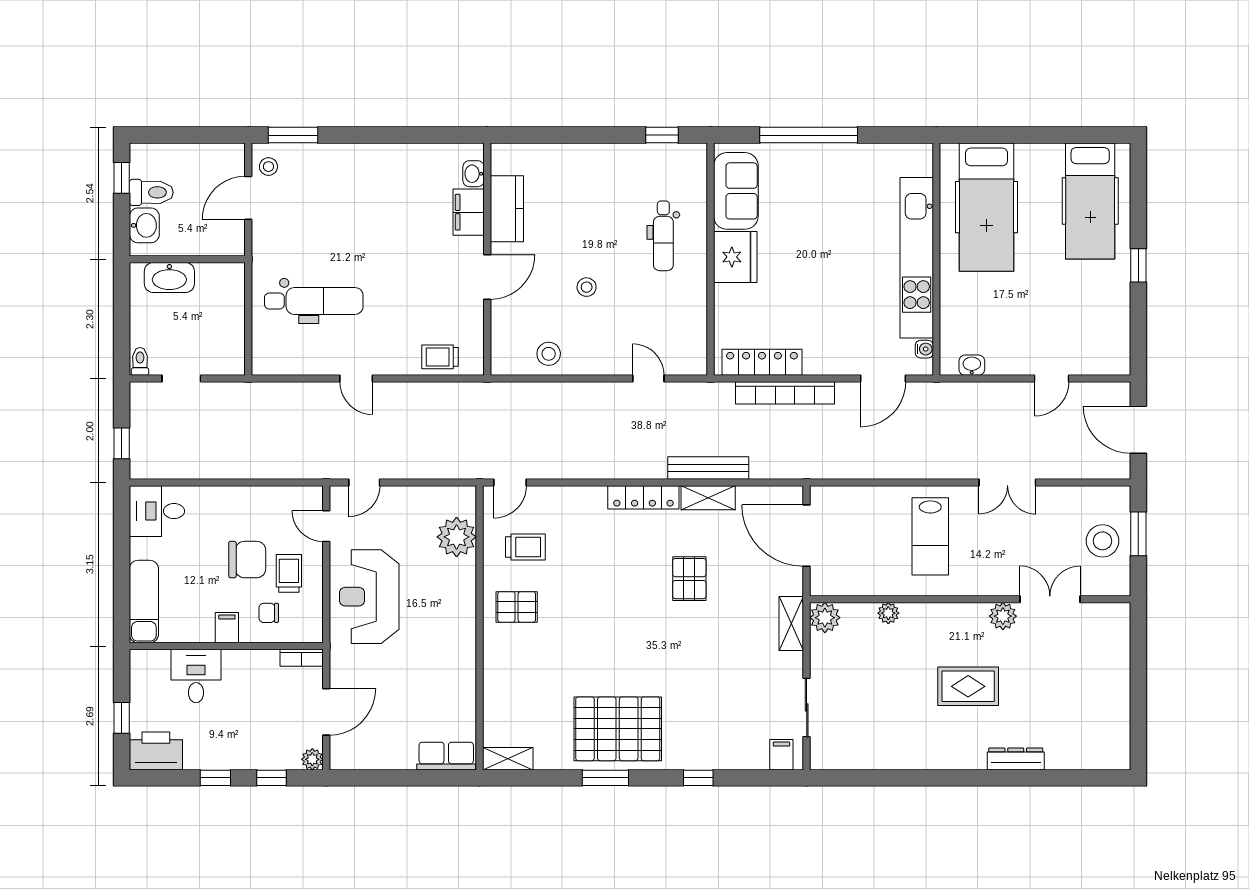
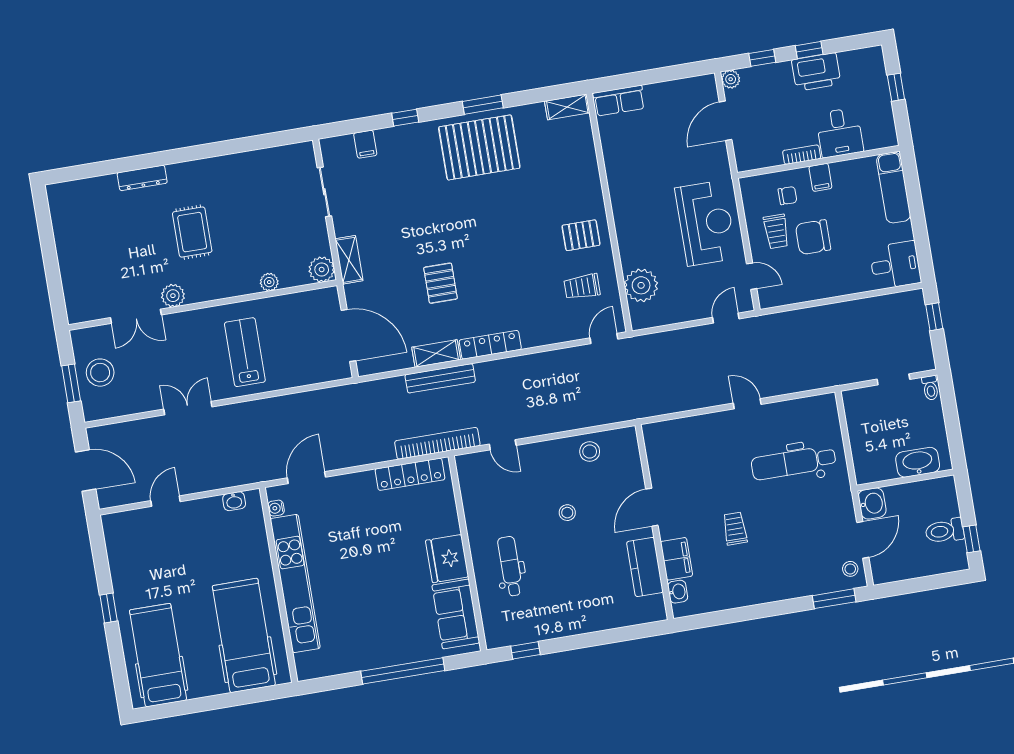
washbasin: (144, 225) -> (872, 503), moved, turned 180
trolley: (440, 357) -> (735, 529), moved, turned -90
bookcase: (785, 393) -> (437, 443), moved
bookcase: (302, 658) -> (802, 155), moved
rug: (968, 686) -> (192, 232), turned 90
printer: (156, 751) -> (816, 72), moved
filing cabinet: (781, 755) -> (365, 144), moved

